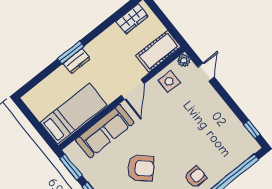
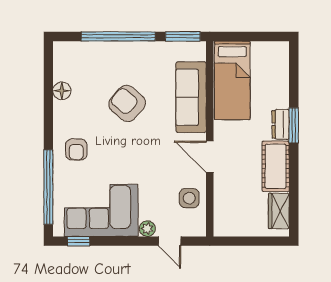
cot: (158, 51) -> (276, 166), moved
plant: (184, 60) -> (147, 229), moved
corner sofa: (221, 131) -> (101, 210), added
armchair: (141, 168) -> (127, 103), turned 88

